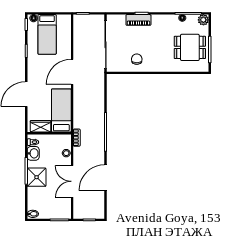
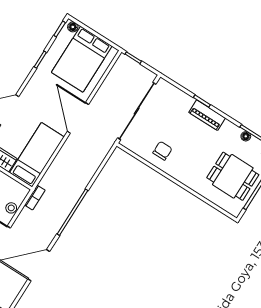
piano: (138, 20) -> (207, 115), moved
bed: (47, 34) -> (82, 59), width x1.50
door: (72, 72) -> (78, 118), hinge flipped

